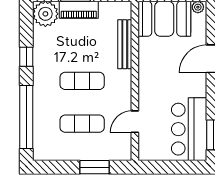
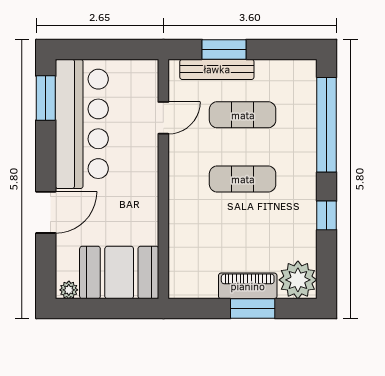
bench: (125, 44) -> (217, 69), moved, turned 90
bar counter: (189, 129) -> (82, 124), width x1.36

